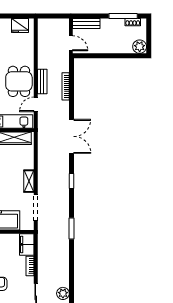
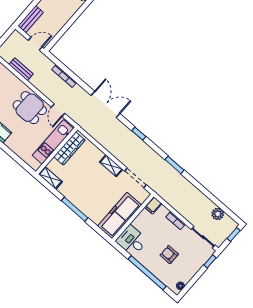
bench: (42, 82) -> (21, 69), moved
filing cabinet: (27, 244) -> (153, 205), width x0.50

